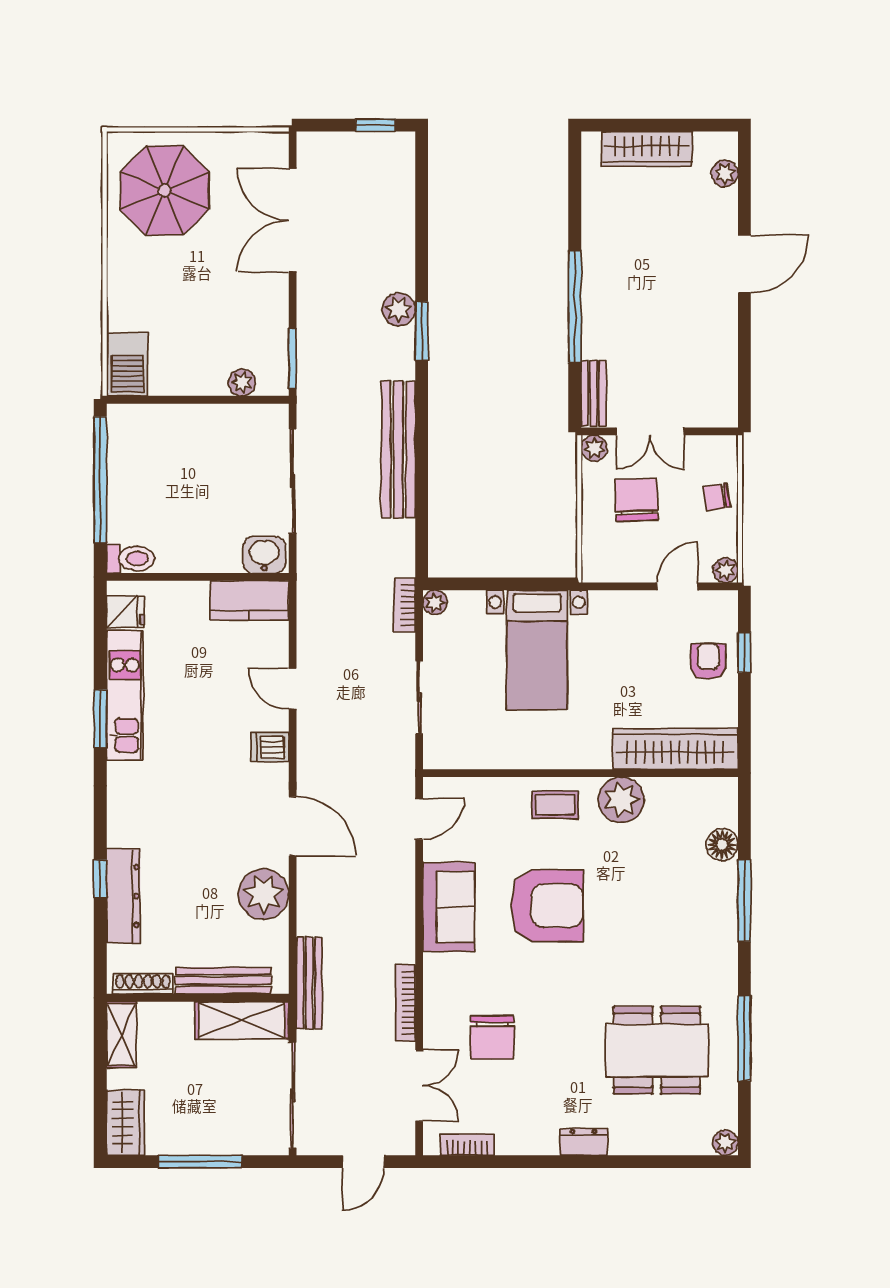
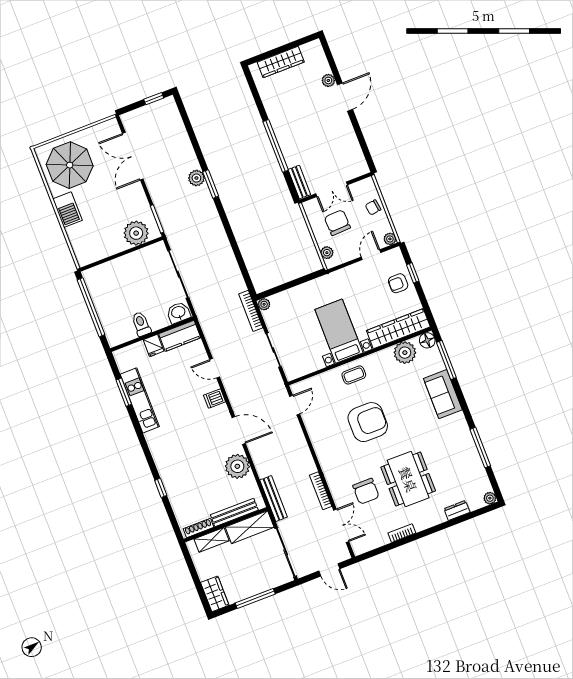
plant: (725, 173) -> (328, 80), moved
barbecue: (127, 364) -> (67, 210), moved
plant: (242, 382) -> (136, 233), width x1.88, depth x1.88
plant: (594, 448) -> (327, 253), moved
bench: (398, 449) -> (221, 241), removed
toilet: (131, 559) -> (141, 324), moved, turned -90
bookcase: (405, 605) -> (251, 311), width x1.56
fridge: (125, 612) -> (153, 345), moved, turned 90
bed with nightstands: (537, 650) -> (339, 331), moved, turned 180
armchair: (708, 661) -> (398, 283), turned -90
window: (100, 719) -> (124, 392), moved
plant: (621, 800) -> (405, 353), moved
floor lamp: (722, 845) -> (427, 340), moved
dresser: (123, 896) -> (174, 492), removed
window: (744, 901) -> (446, 360), moved
sofa: (449, 907) -> (443, 394), moved, turned 180
shelving: (121, 1035) -> (212, 540), moved, turned 90
dining table: (657, 1050) -> (408, 479), moved, turned 90
dresser: (583, 1142) -> (457, 510), moved
bookcase: (467, 1145) -> (402, 533), moved
door: (364, 1162) -> (329, 570), hinge flipped

